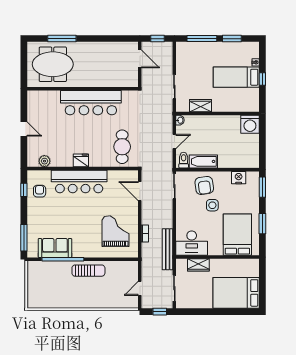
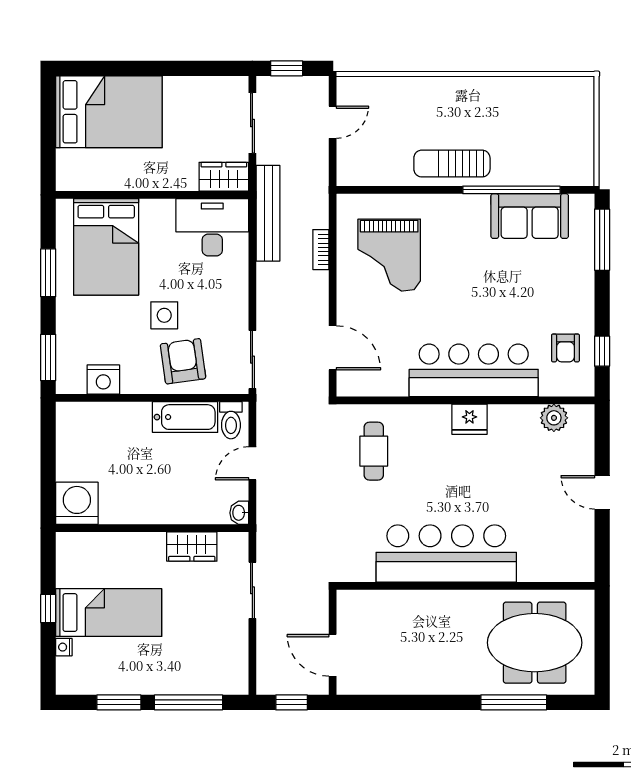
cafe table: (122, 147) -> (374, 451), width x0.73, depth x0.74
wardrobe: (198, 265) -> (224, 177), moved

